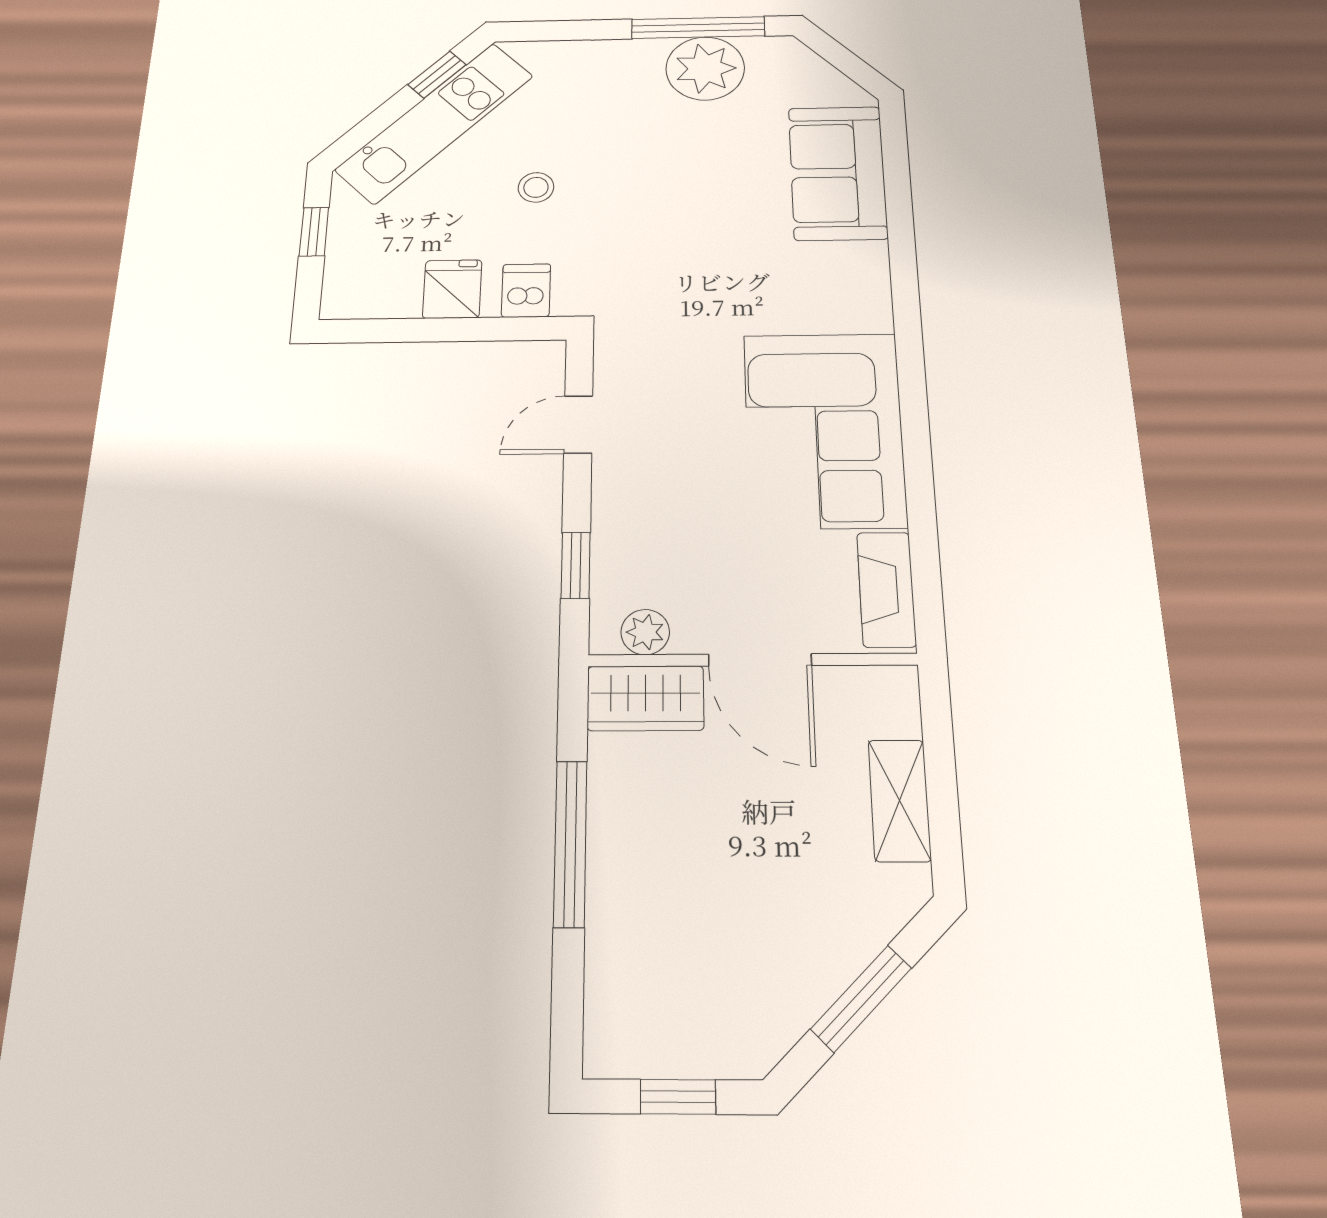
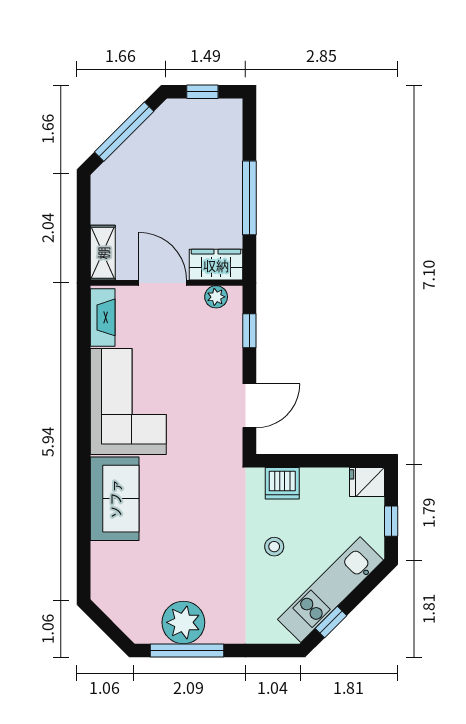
sofa: (838, 173) -> (115, 499), moved
fridge: (452, 289) -> (367, 482), moved, turned 90
dishwasher: (526, 291) -> (282, 483), width x1.38
door: (578, 425) -> (249, 406), width x1.37
shelving: (899, 800) -> (103, 253), moved
window: (861, 999) -> (124, 132), width x1.44

